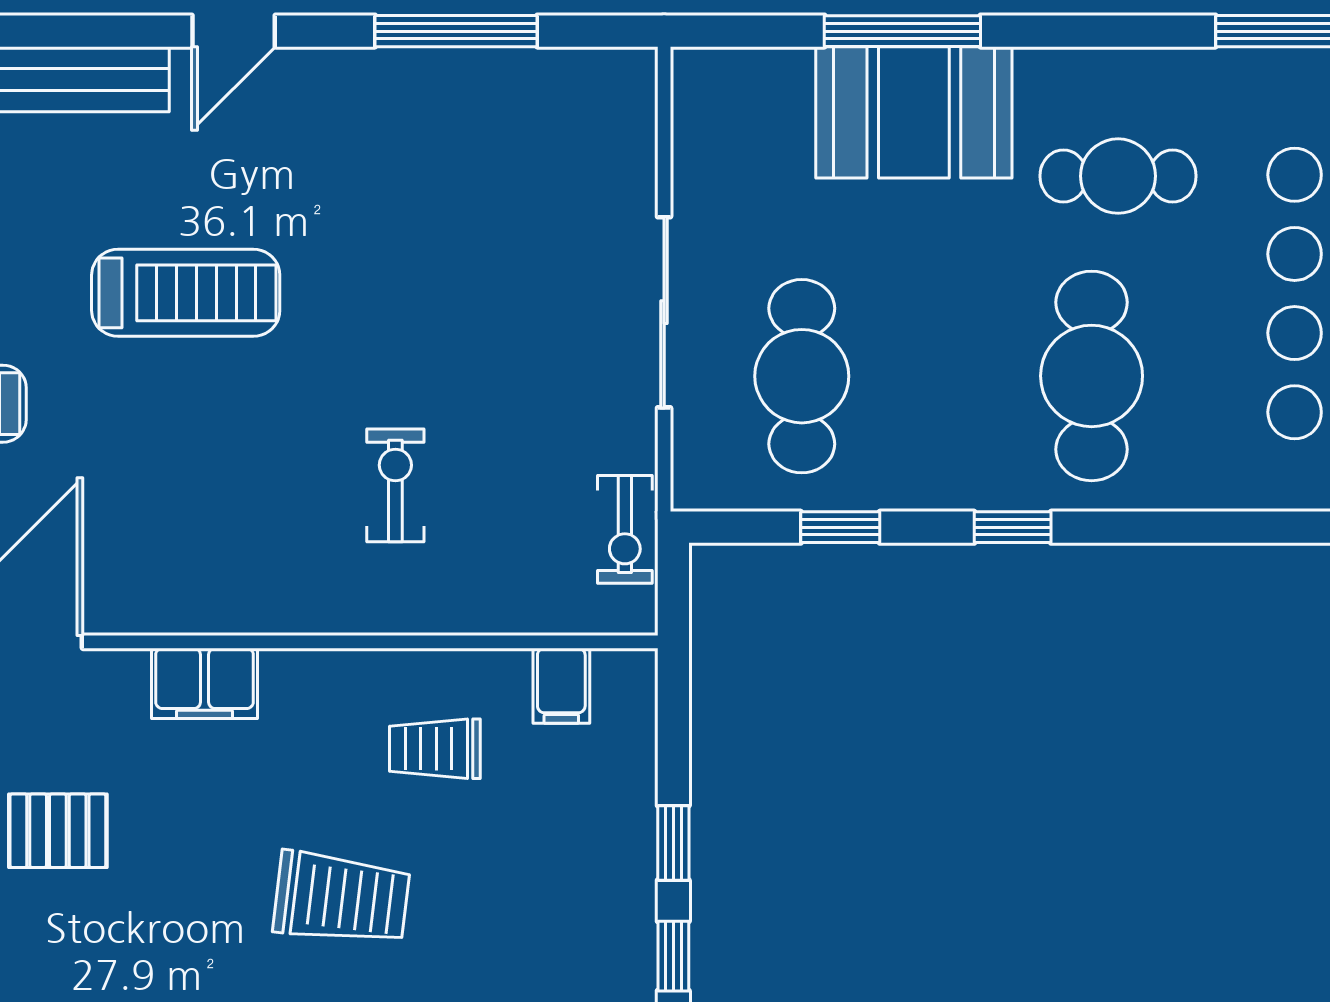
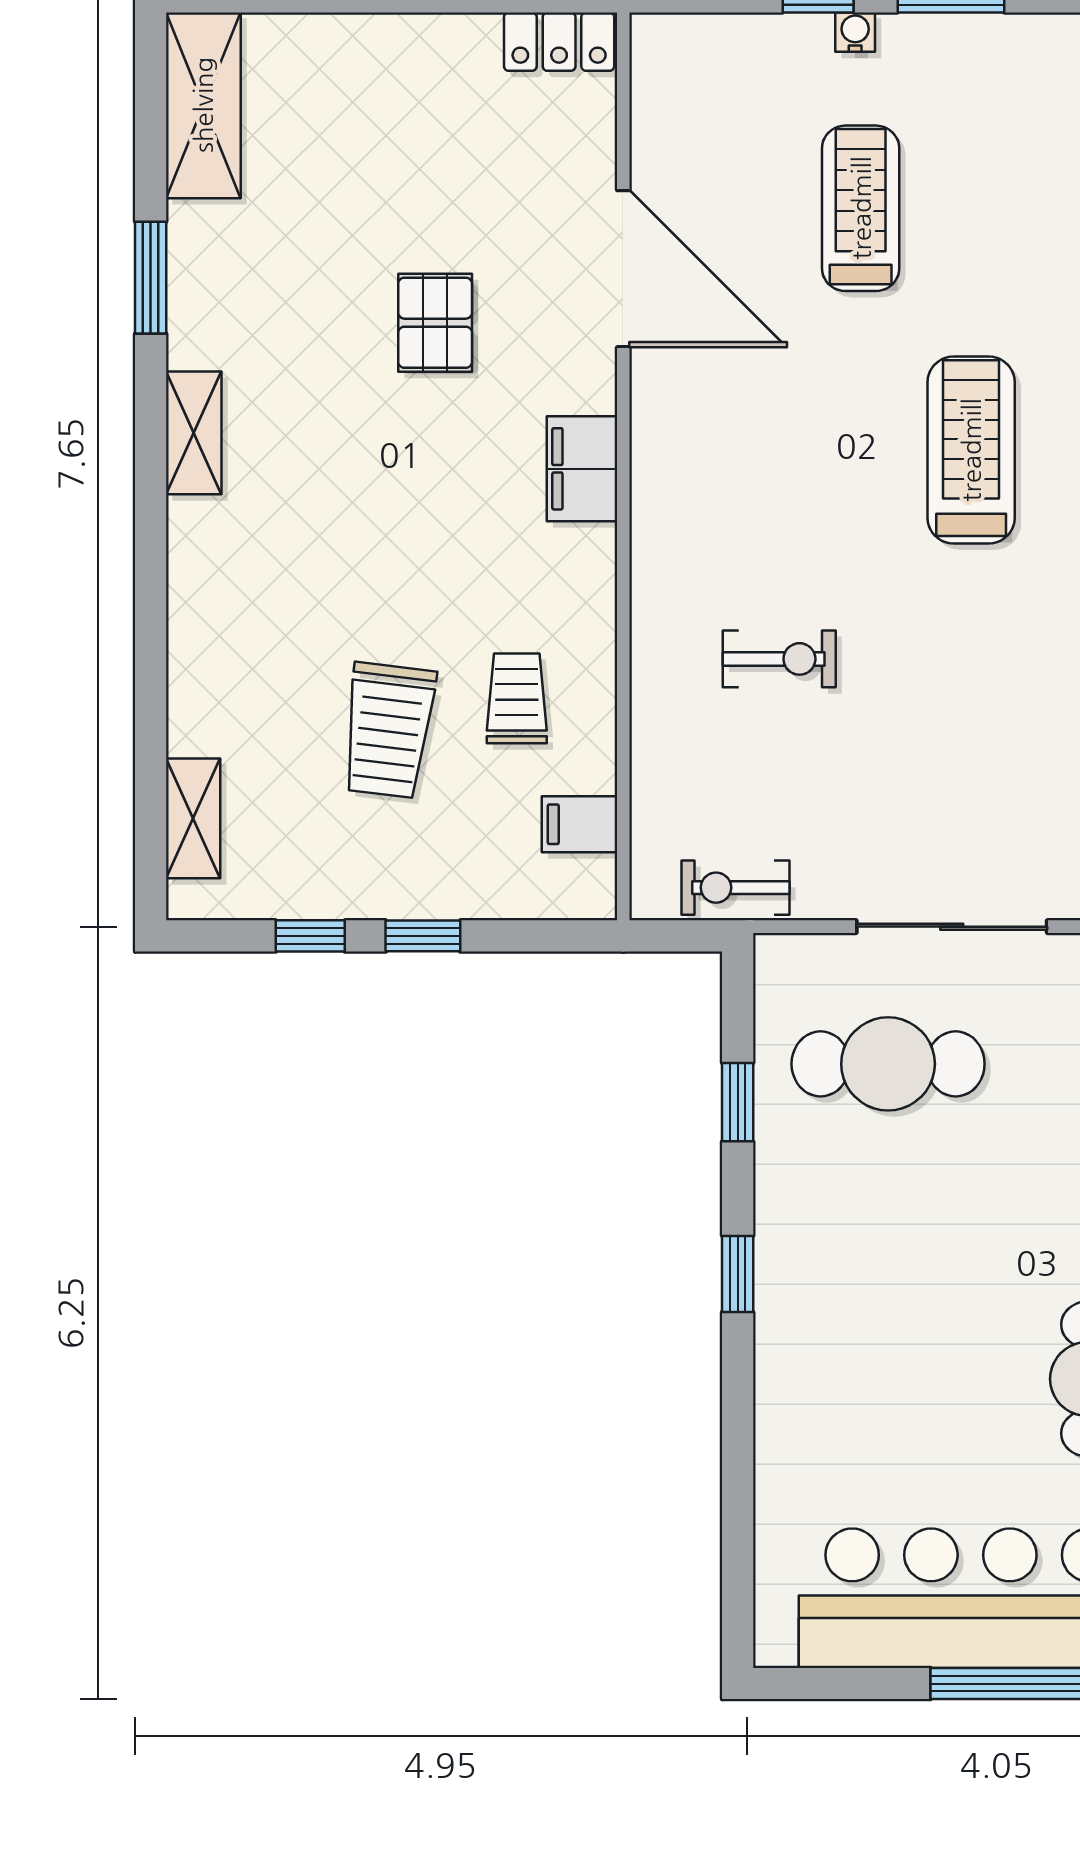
treadmill: (186, 293) -> (971, 450), turned 180
cafe table: (1092, 376) -> (888, 1353), removed
trolley: (341, 898) -> (388, 730), moved

